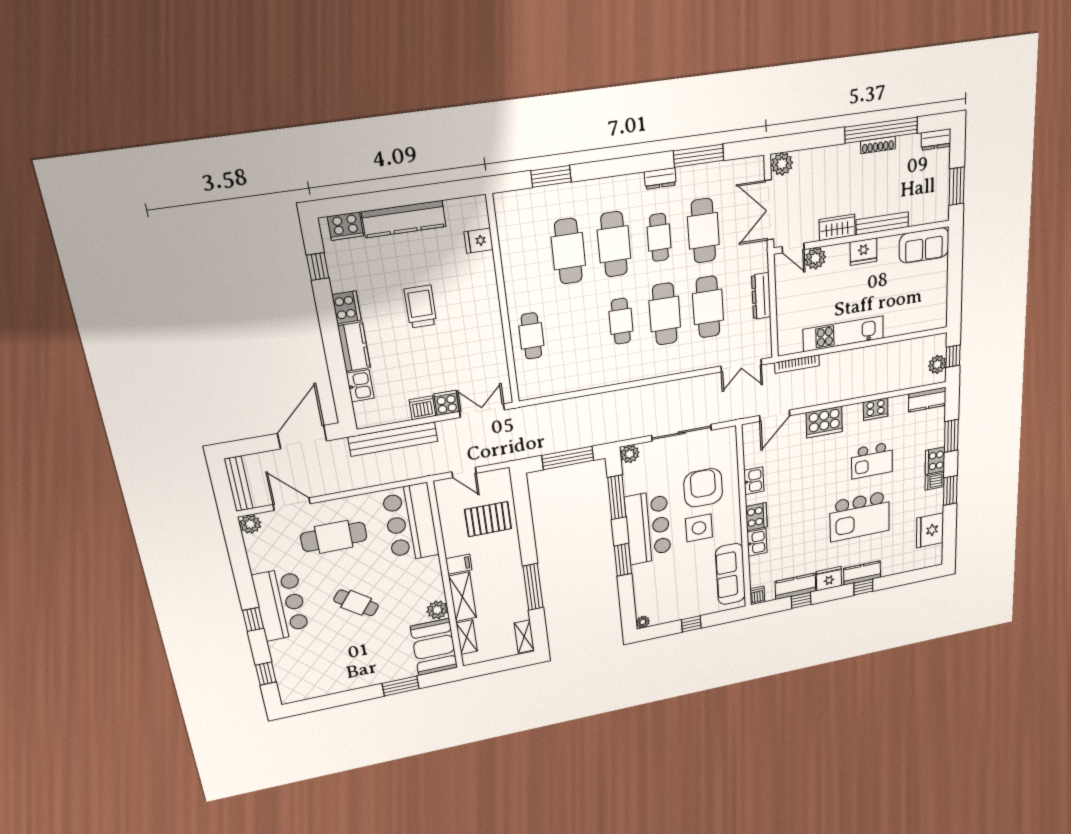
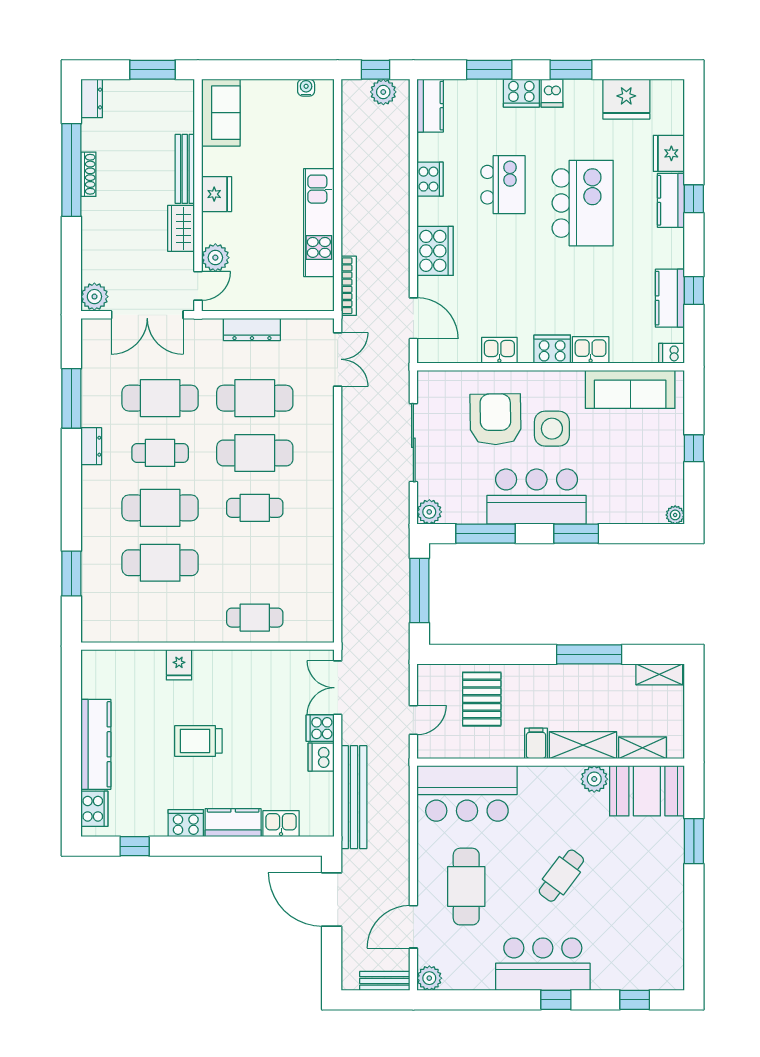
fridge: (479, 241) -> (179, 665), moved
water cooler: (941, 307) -> (306, 88), added
bench: (238, 484) -> (385, 981), width x0.73
armchair: (703, 488) -> (495, 419), turned 89
fridge: (829, 579) -> (669, 153), moved

